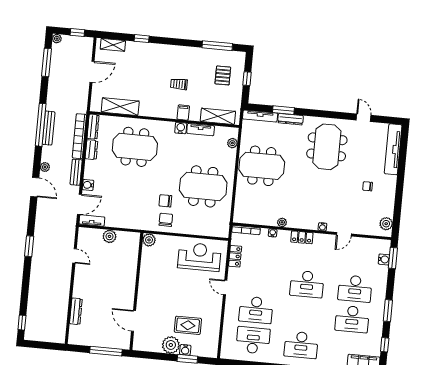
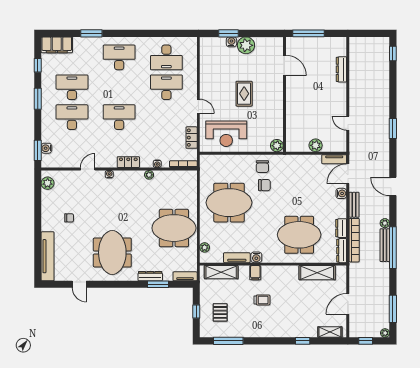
tv unit: (260, 116) -> (185, 276), width x0.71
plant: (45, 167) -> (385, 223), moved
rug: (188, 325) -> (244, 94), moved, turned 90

